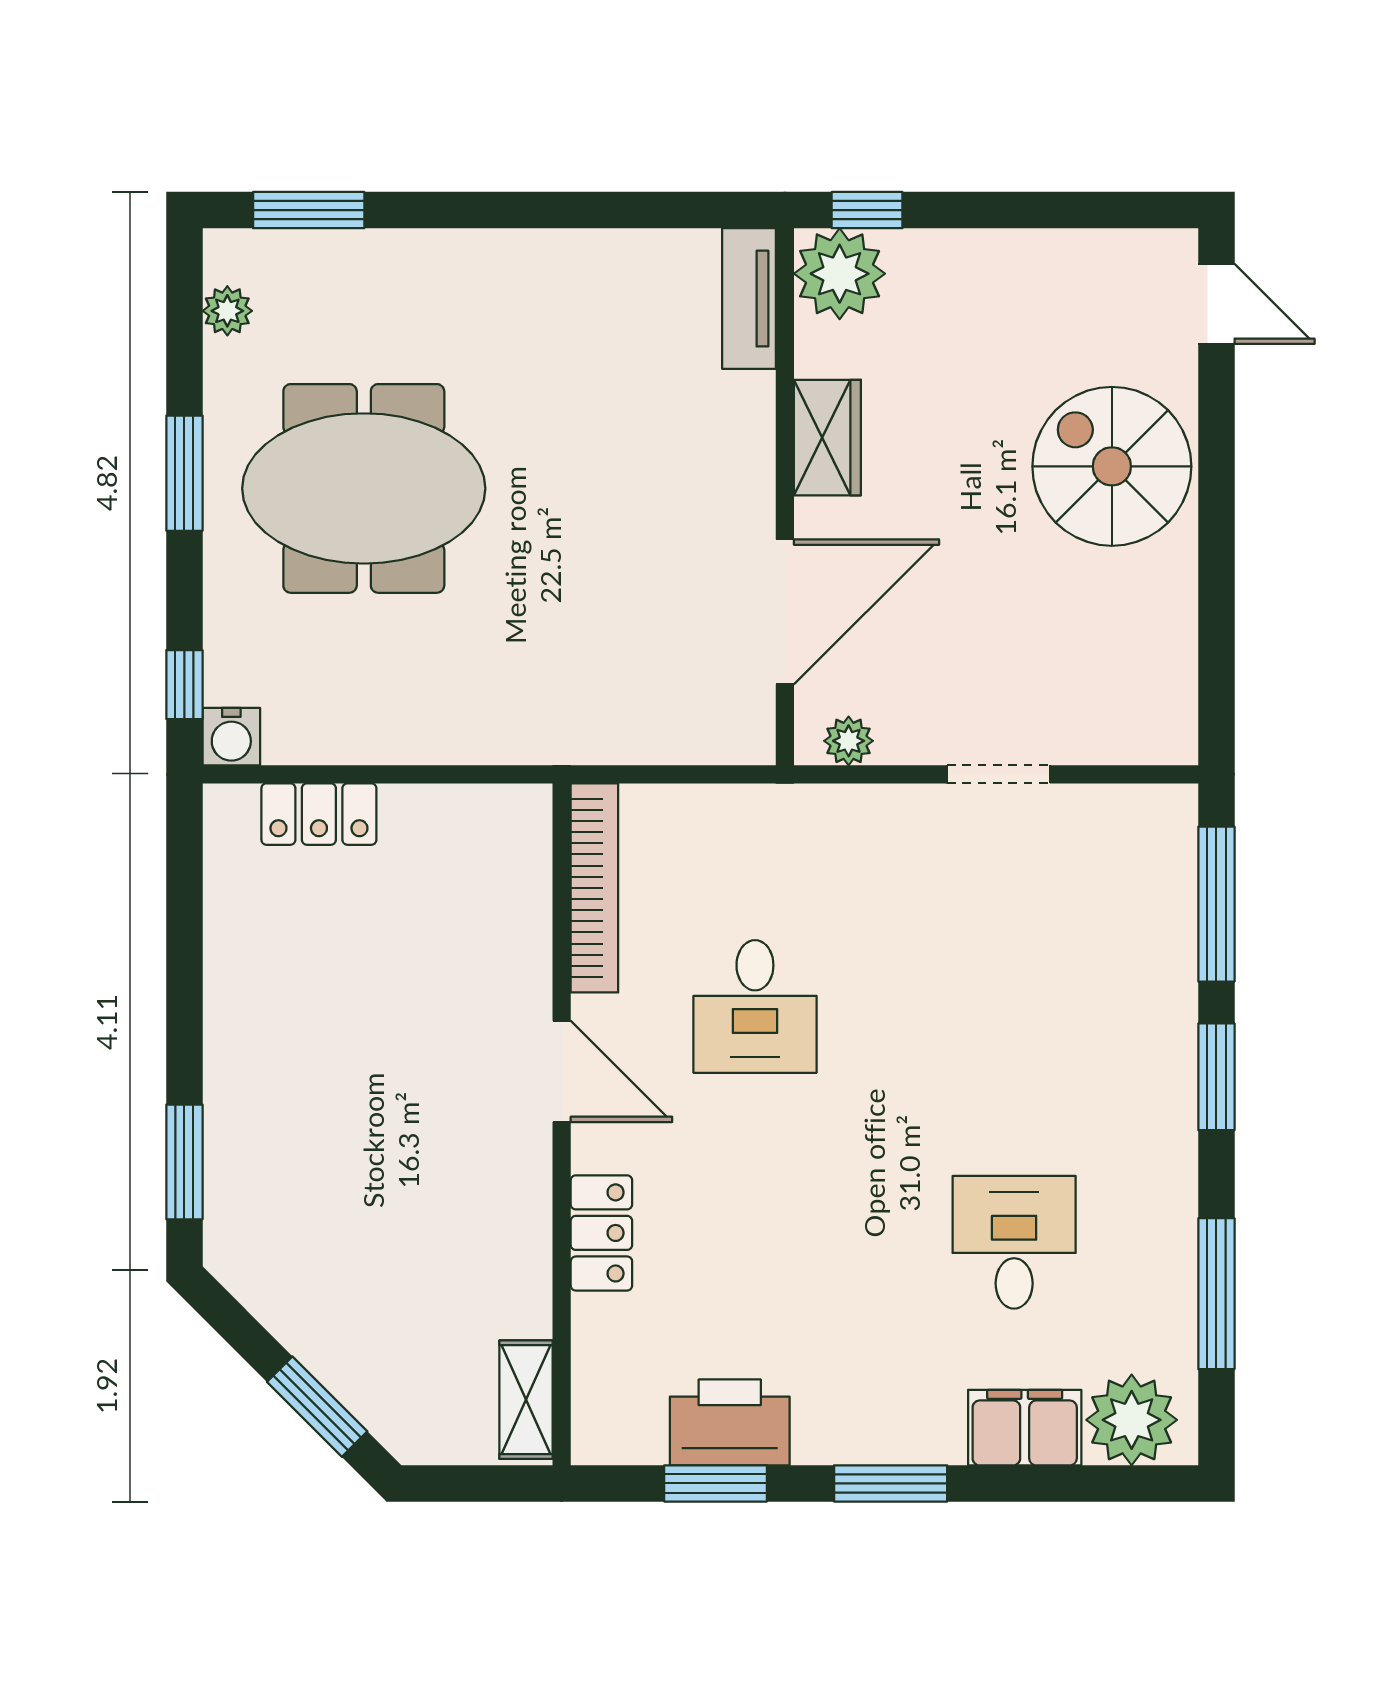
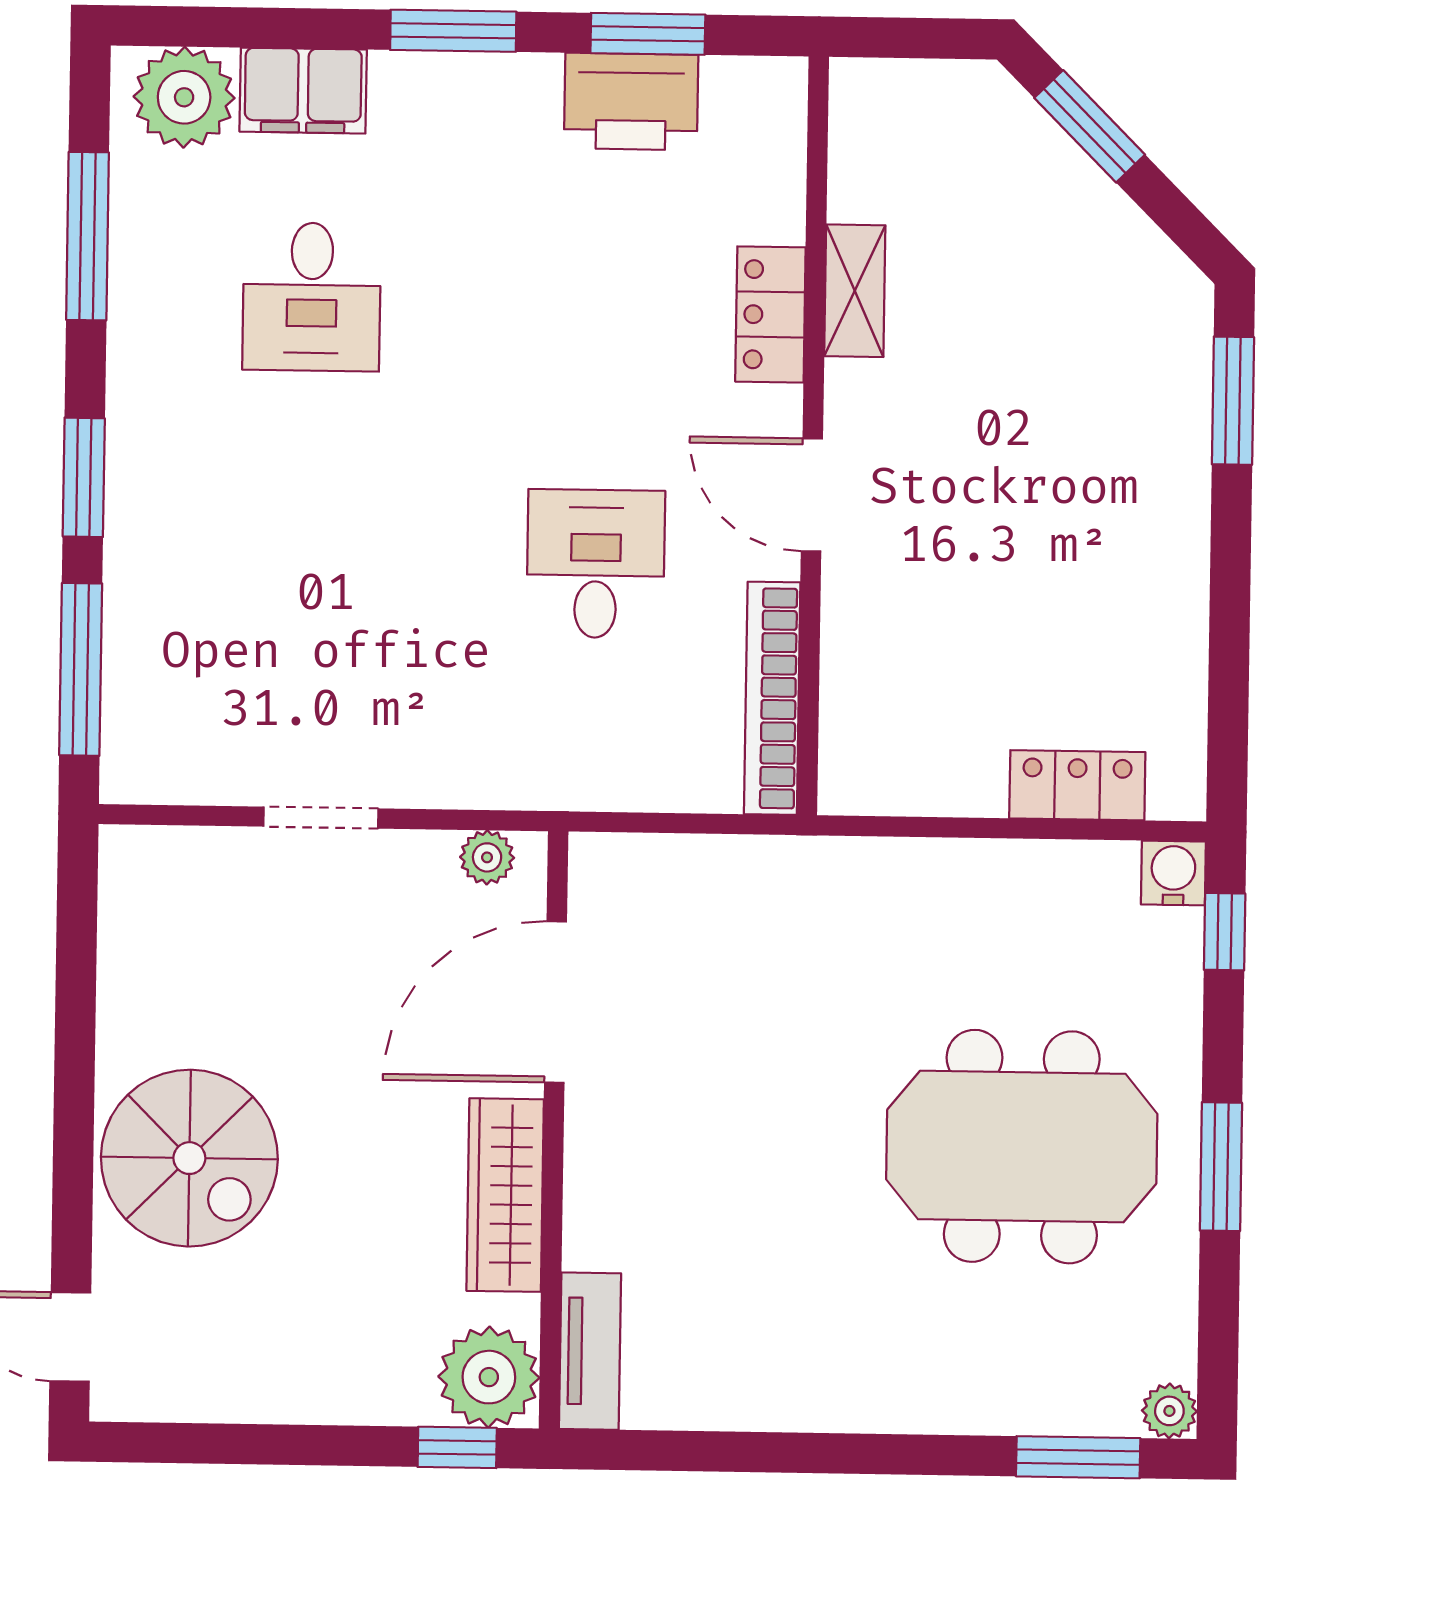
plant: (227, 311) -> (1169, 1411), moved
wardrobe: (827, 438) -> (505, 1195), width x1.50
shelving: (526, 1400) -> (855, 291), moved

